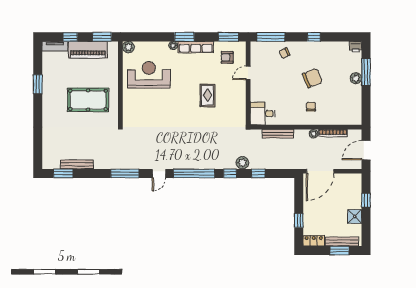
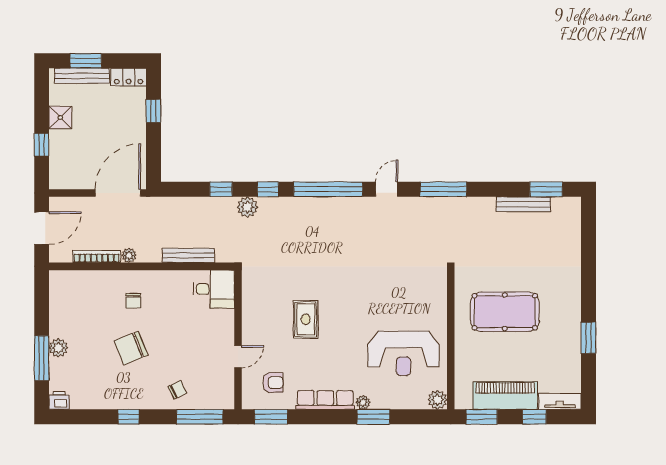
window: (184, 37) -> (373, 417), moved

